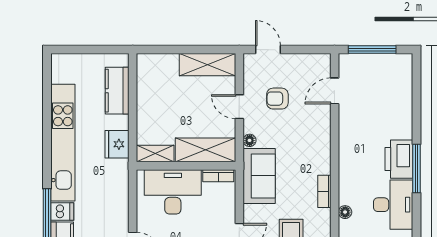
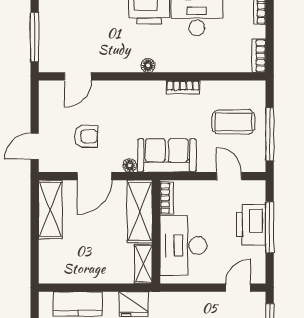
door: (335, 91) -> (78, 76), hinge flipped
armchair: (277, 99) -> (86, 136), turned -90
door: (239, 107) -> (94, 176), width x1.38
floor lamp: (345, 212) -> (148, 66), moved

